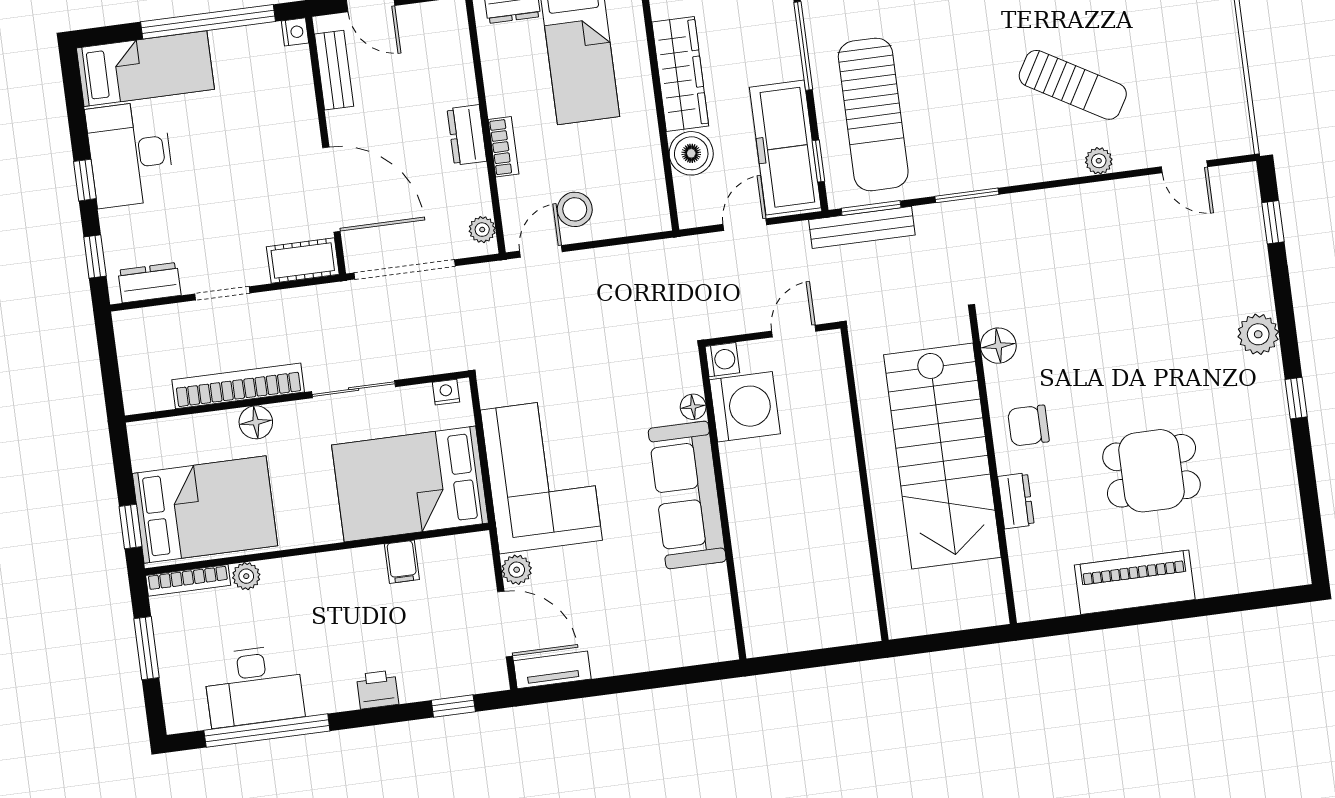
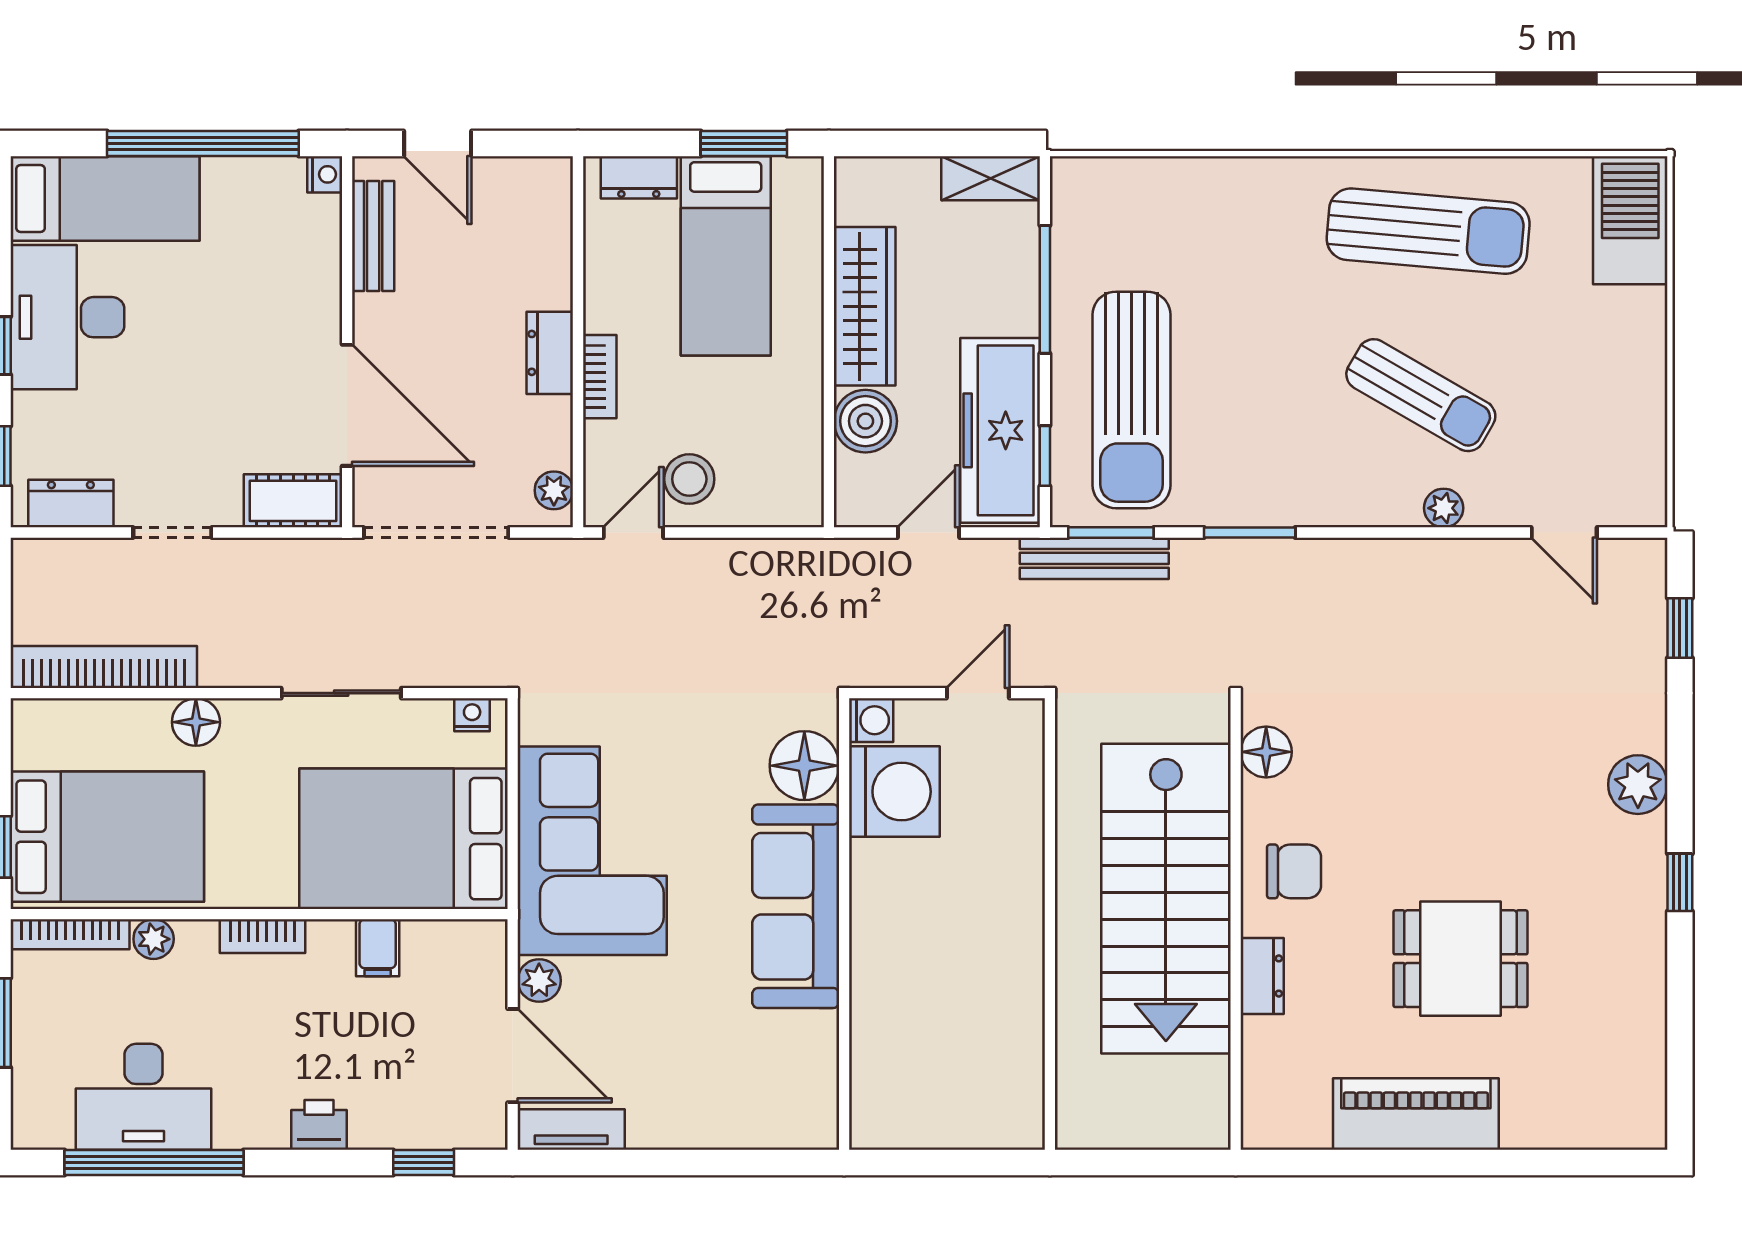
bookcase: (238, 386) -> (104, 667), moved
floor lamp: (693, 407) -> (804, 766), width x1.89, depth x1.89
chair: (1028, 426) -> (1294, 871), turned 180
bookcase: (321, 564) -> (262, 936), added

